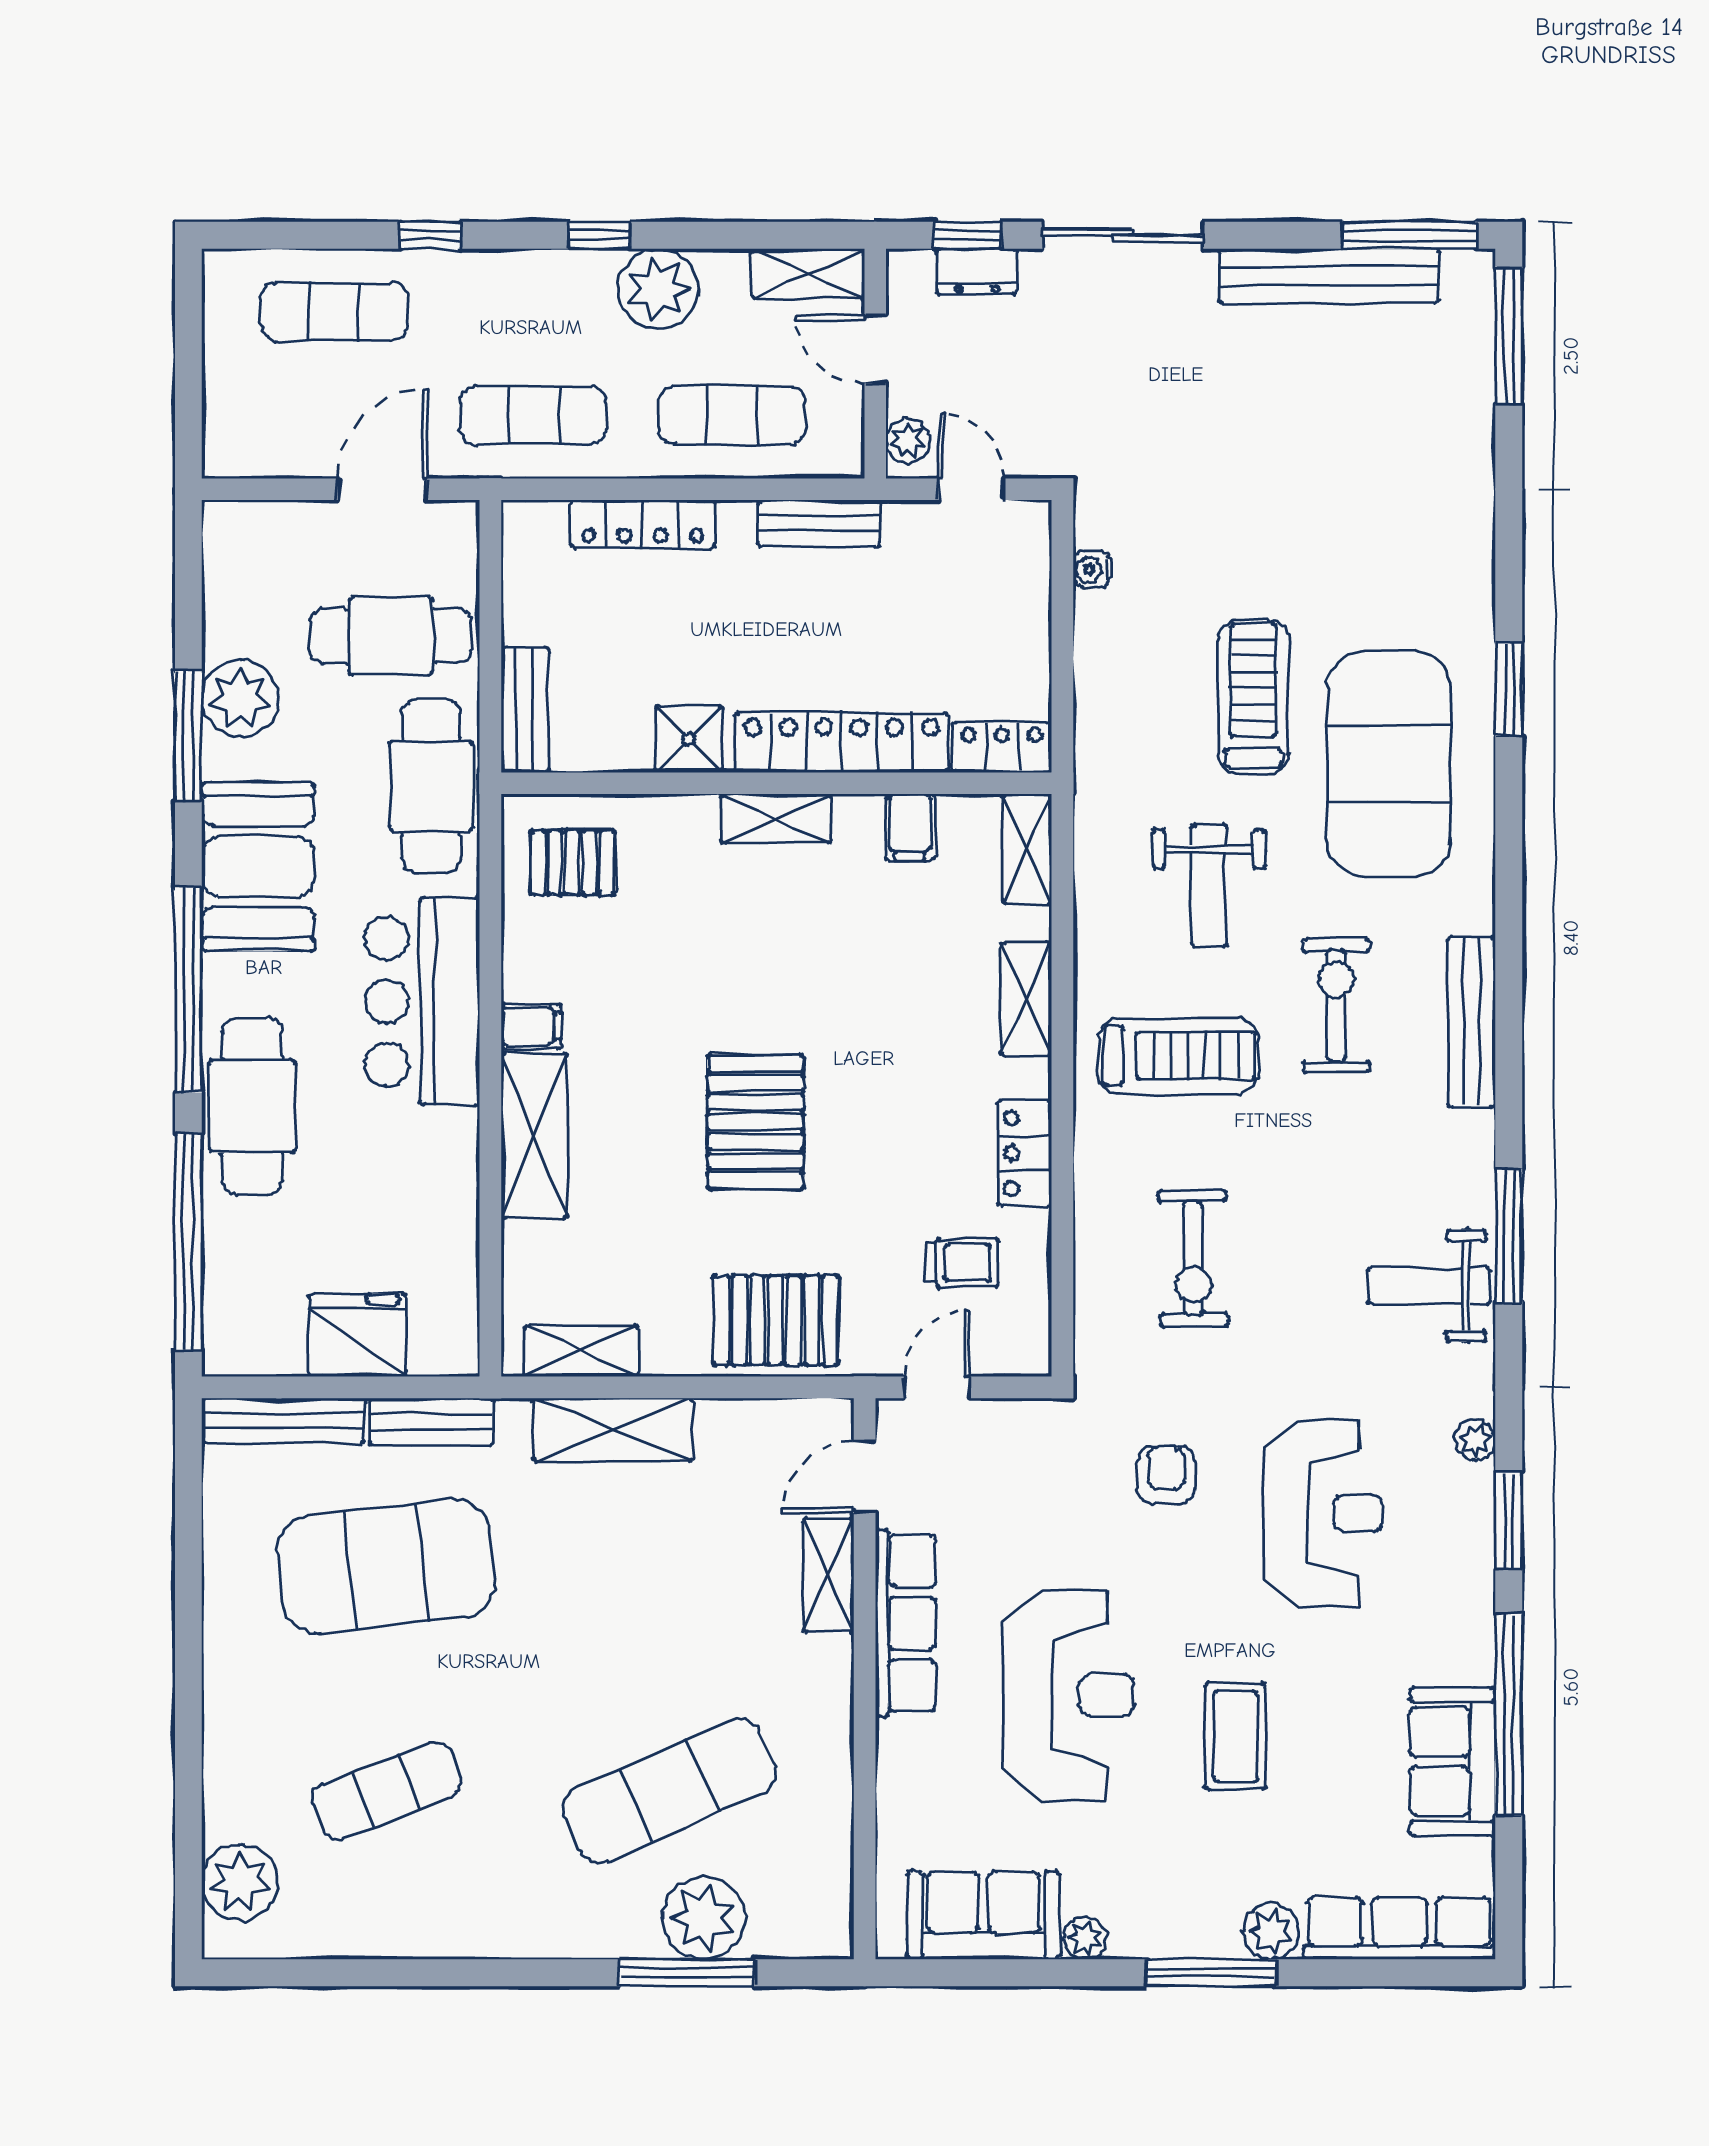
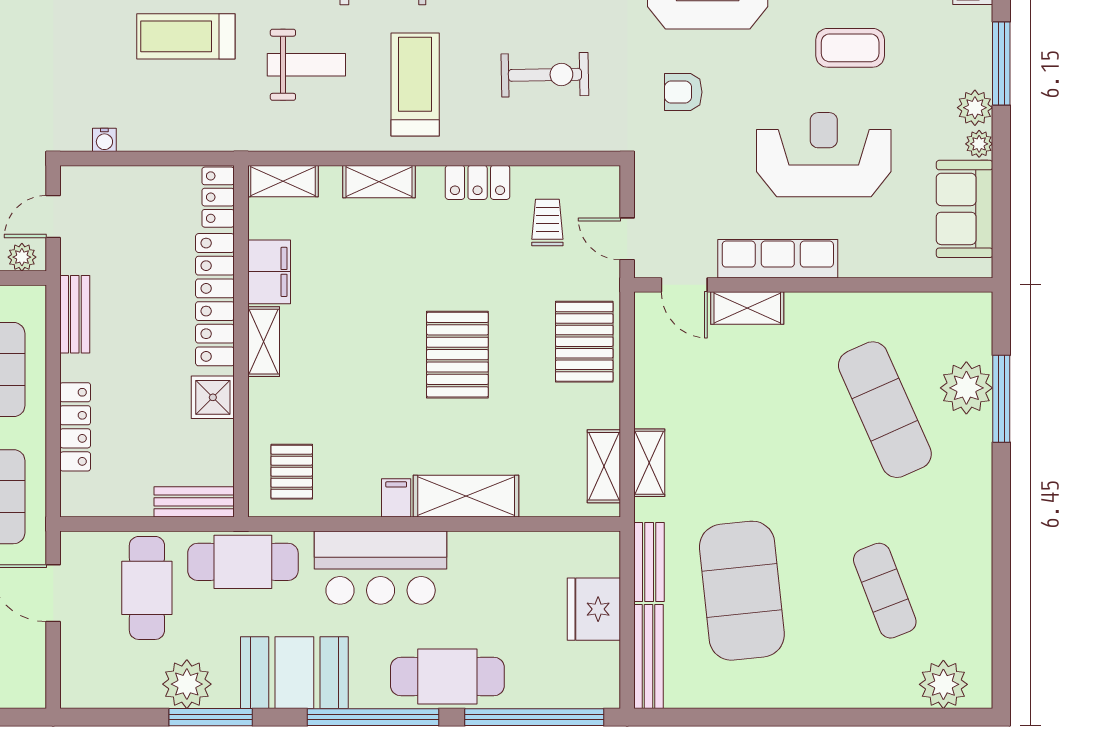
filing cabinet: (910, 827) -> (269, 272), width x2.00
pallet: (755, 1122) -> (457, 355), turned 90
shelving: (613, 1430) -> (649, 463), width x0.67, depth x0.75
plant: (1271, 1931) -> (975, 108), moved

